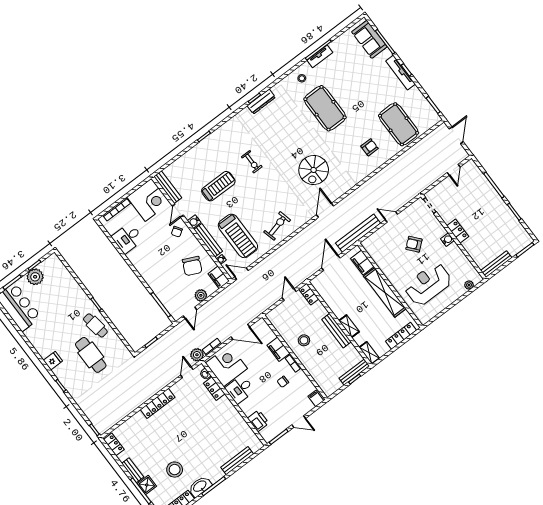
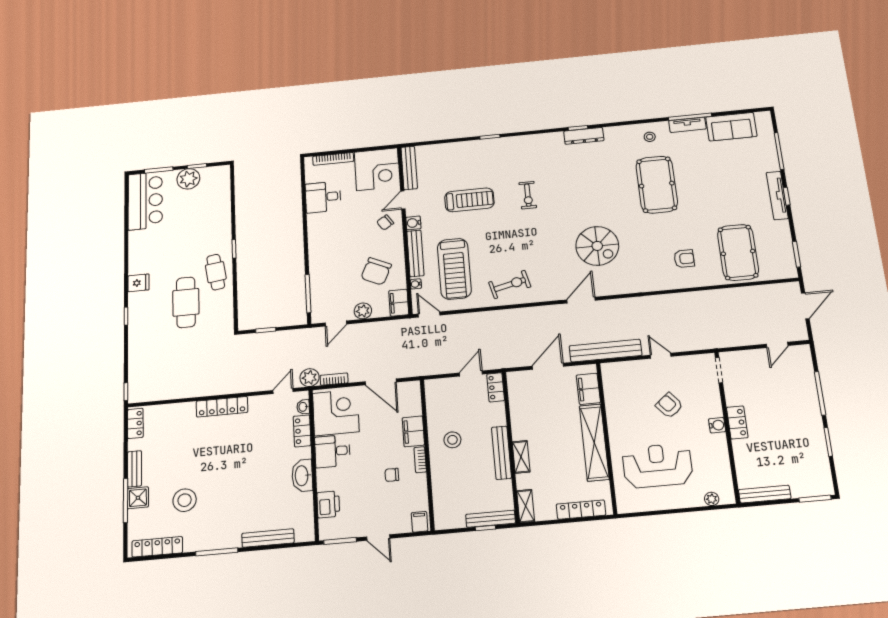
sofa: (369, 39) -> (731, 127), moved, turned -90
spiral stairs: (314, 170) -> (597, 246), turned -90
washbasin: (200, 486) -> (302, 476), moved, turned -90

